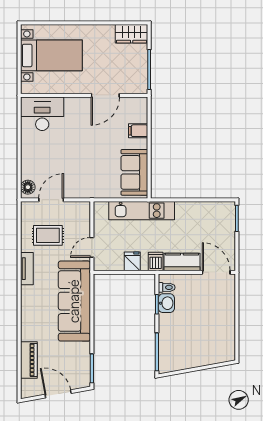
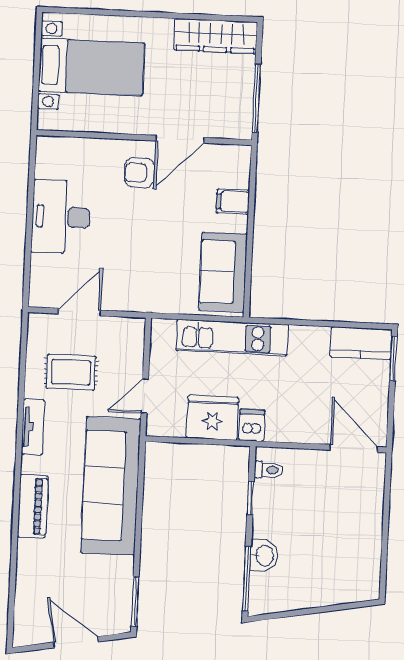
wardrobe: (132, 34) -> (216, 36), width x1.50
desk: (42, 114) -> (61, 217), moved, turned -90
armchair: (82, 116) -> (139, 173), added
floor lamp: (28, 187) -> (41, 289), removed
fridge: (132, 261) -> (213, 418), width x1.88, depth x1.34
kitchen counter: (182, 262) -> (361, 343), moved, turned 180
washbasin: (166, 303) -> (264, 556), moved
piano: (29, 360) -> (33, 506), moved

